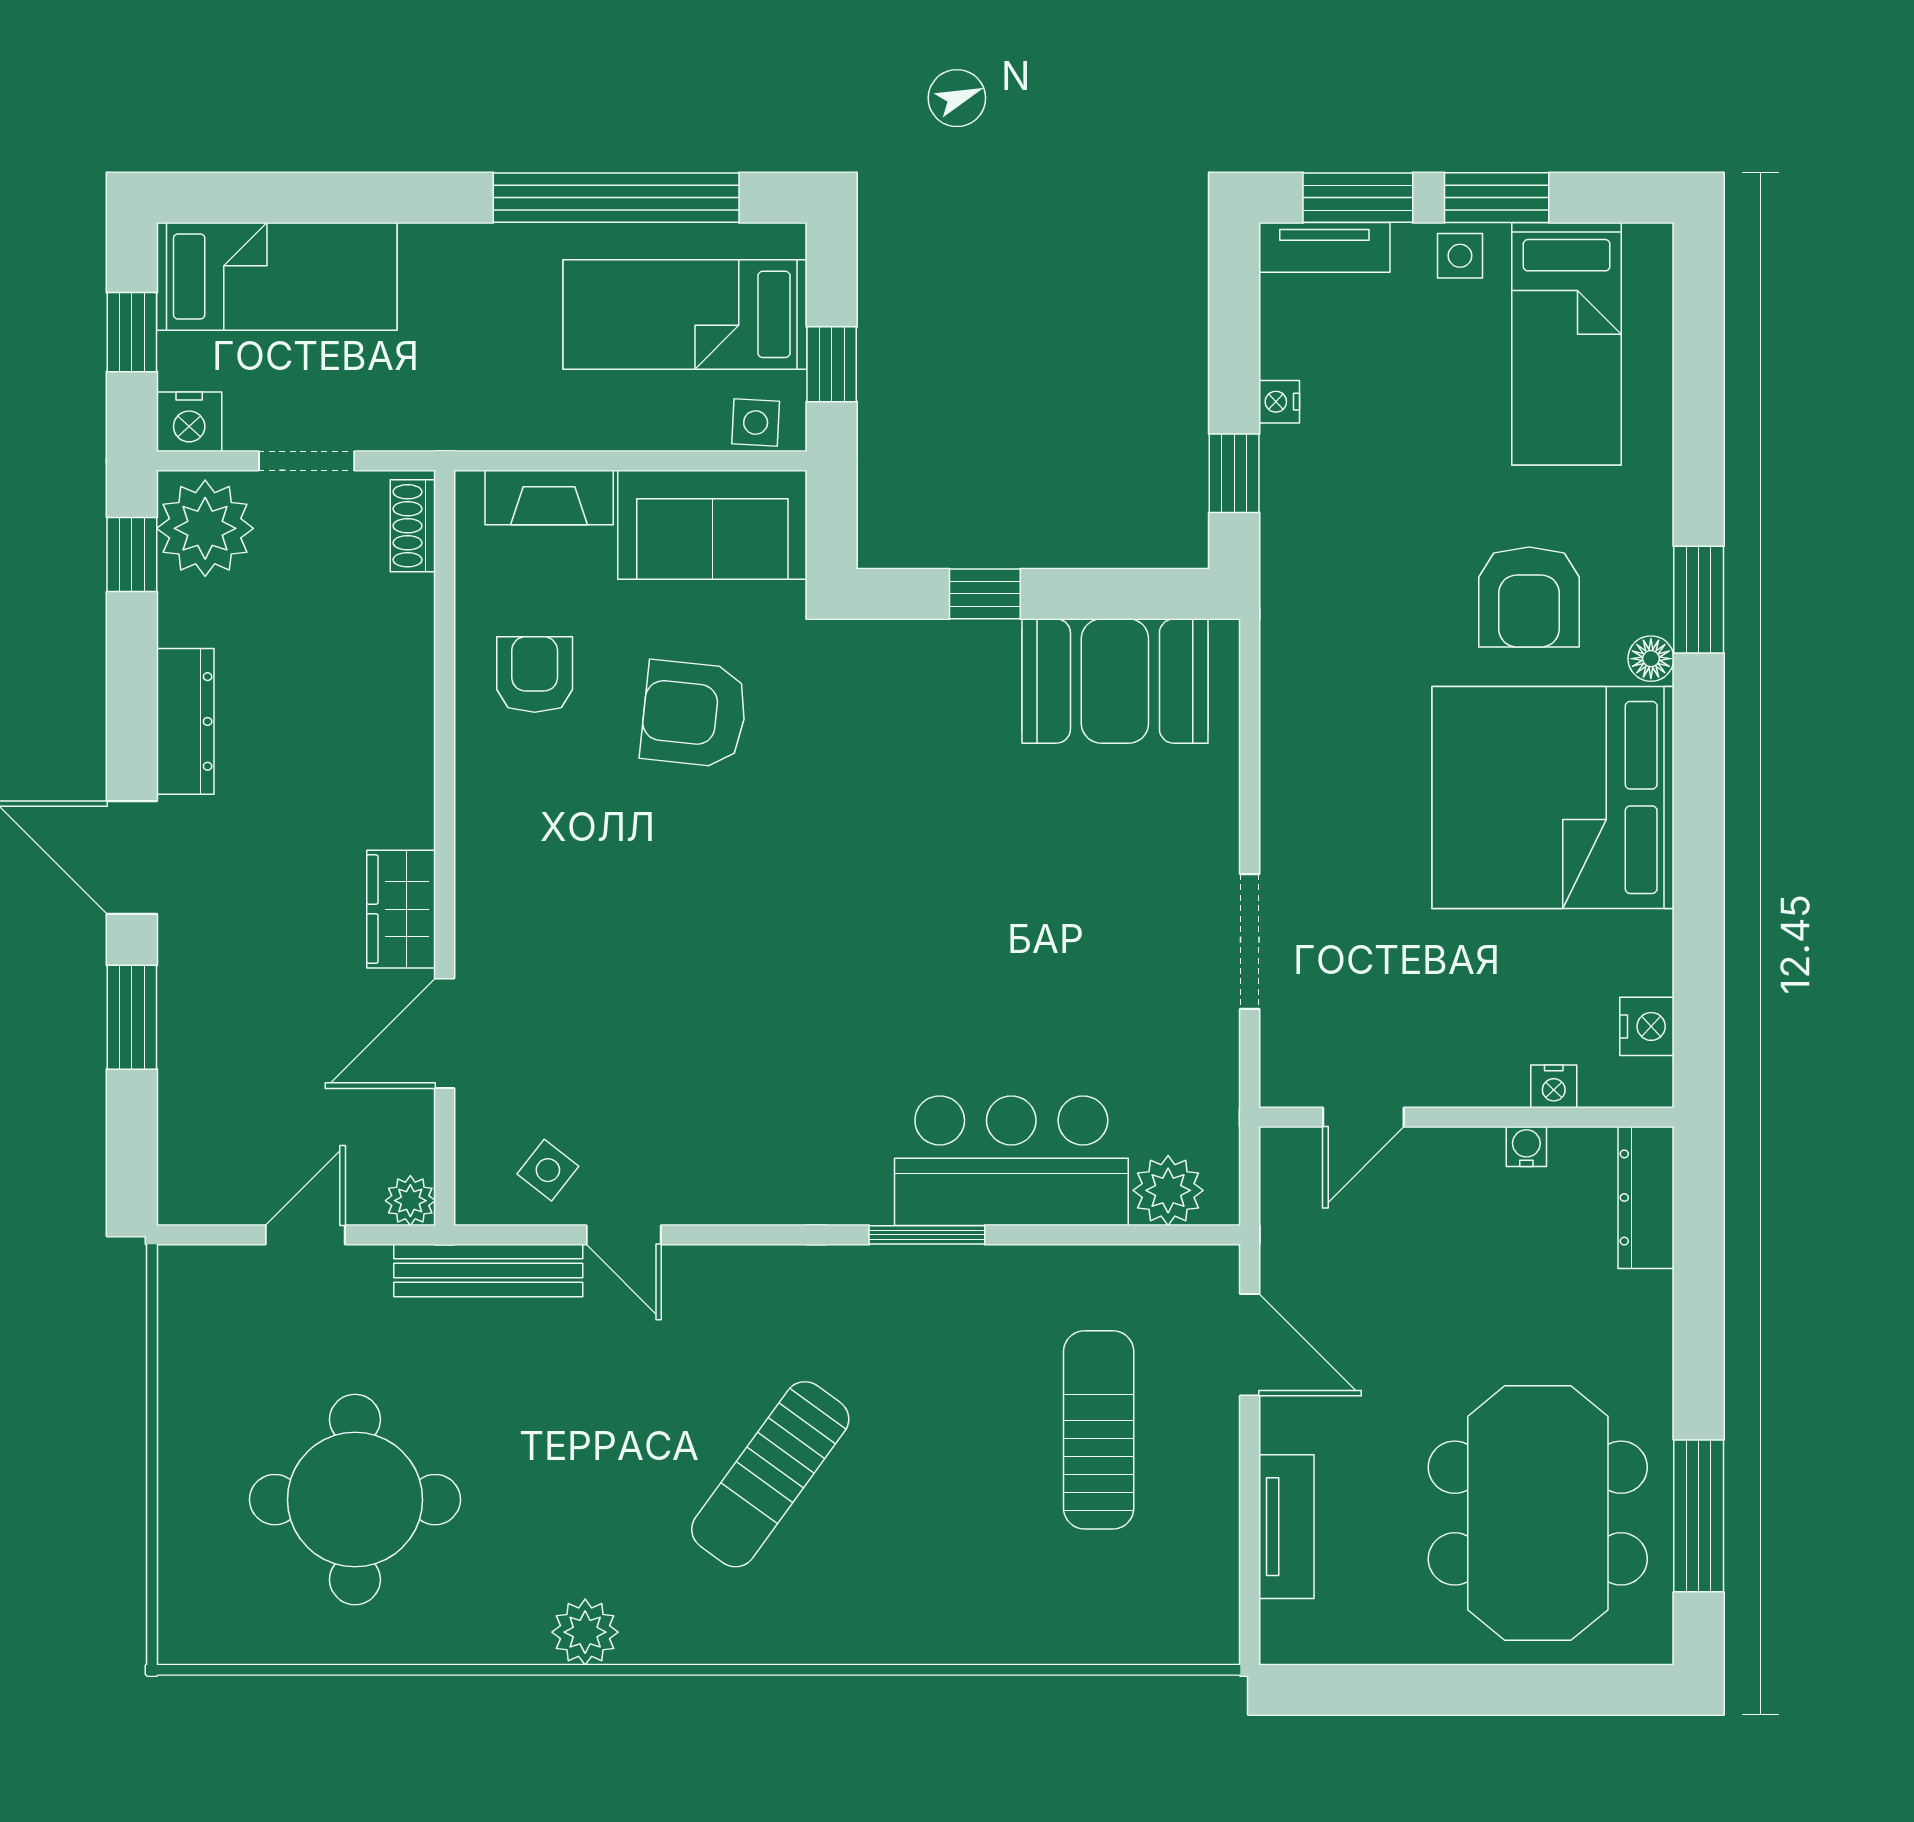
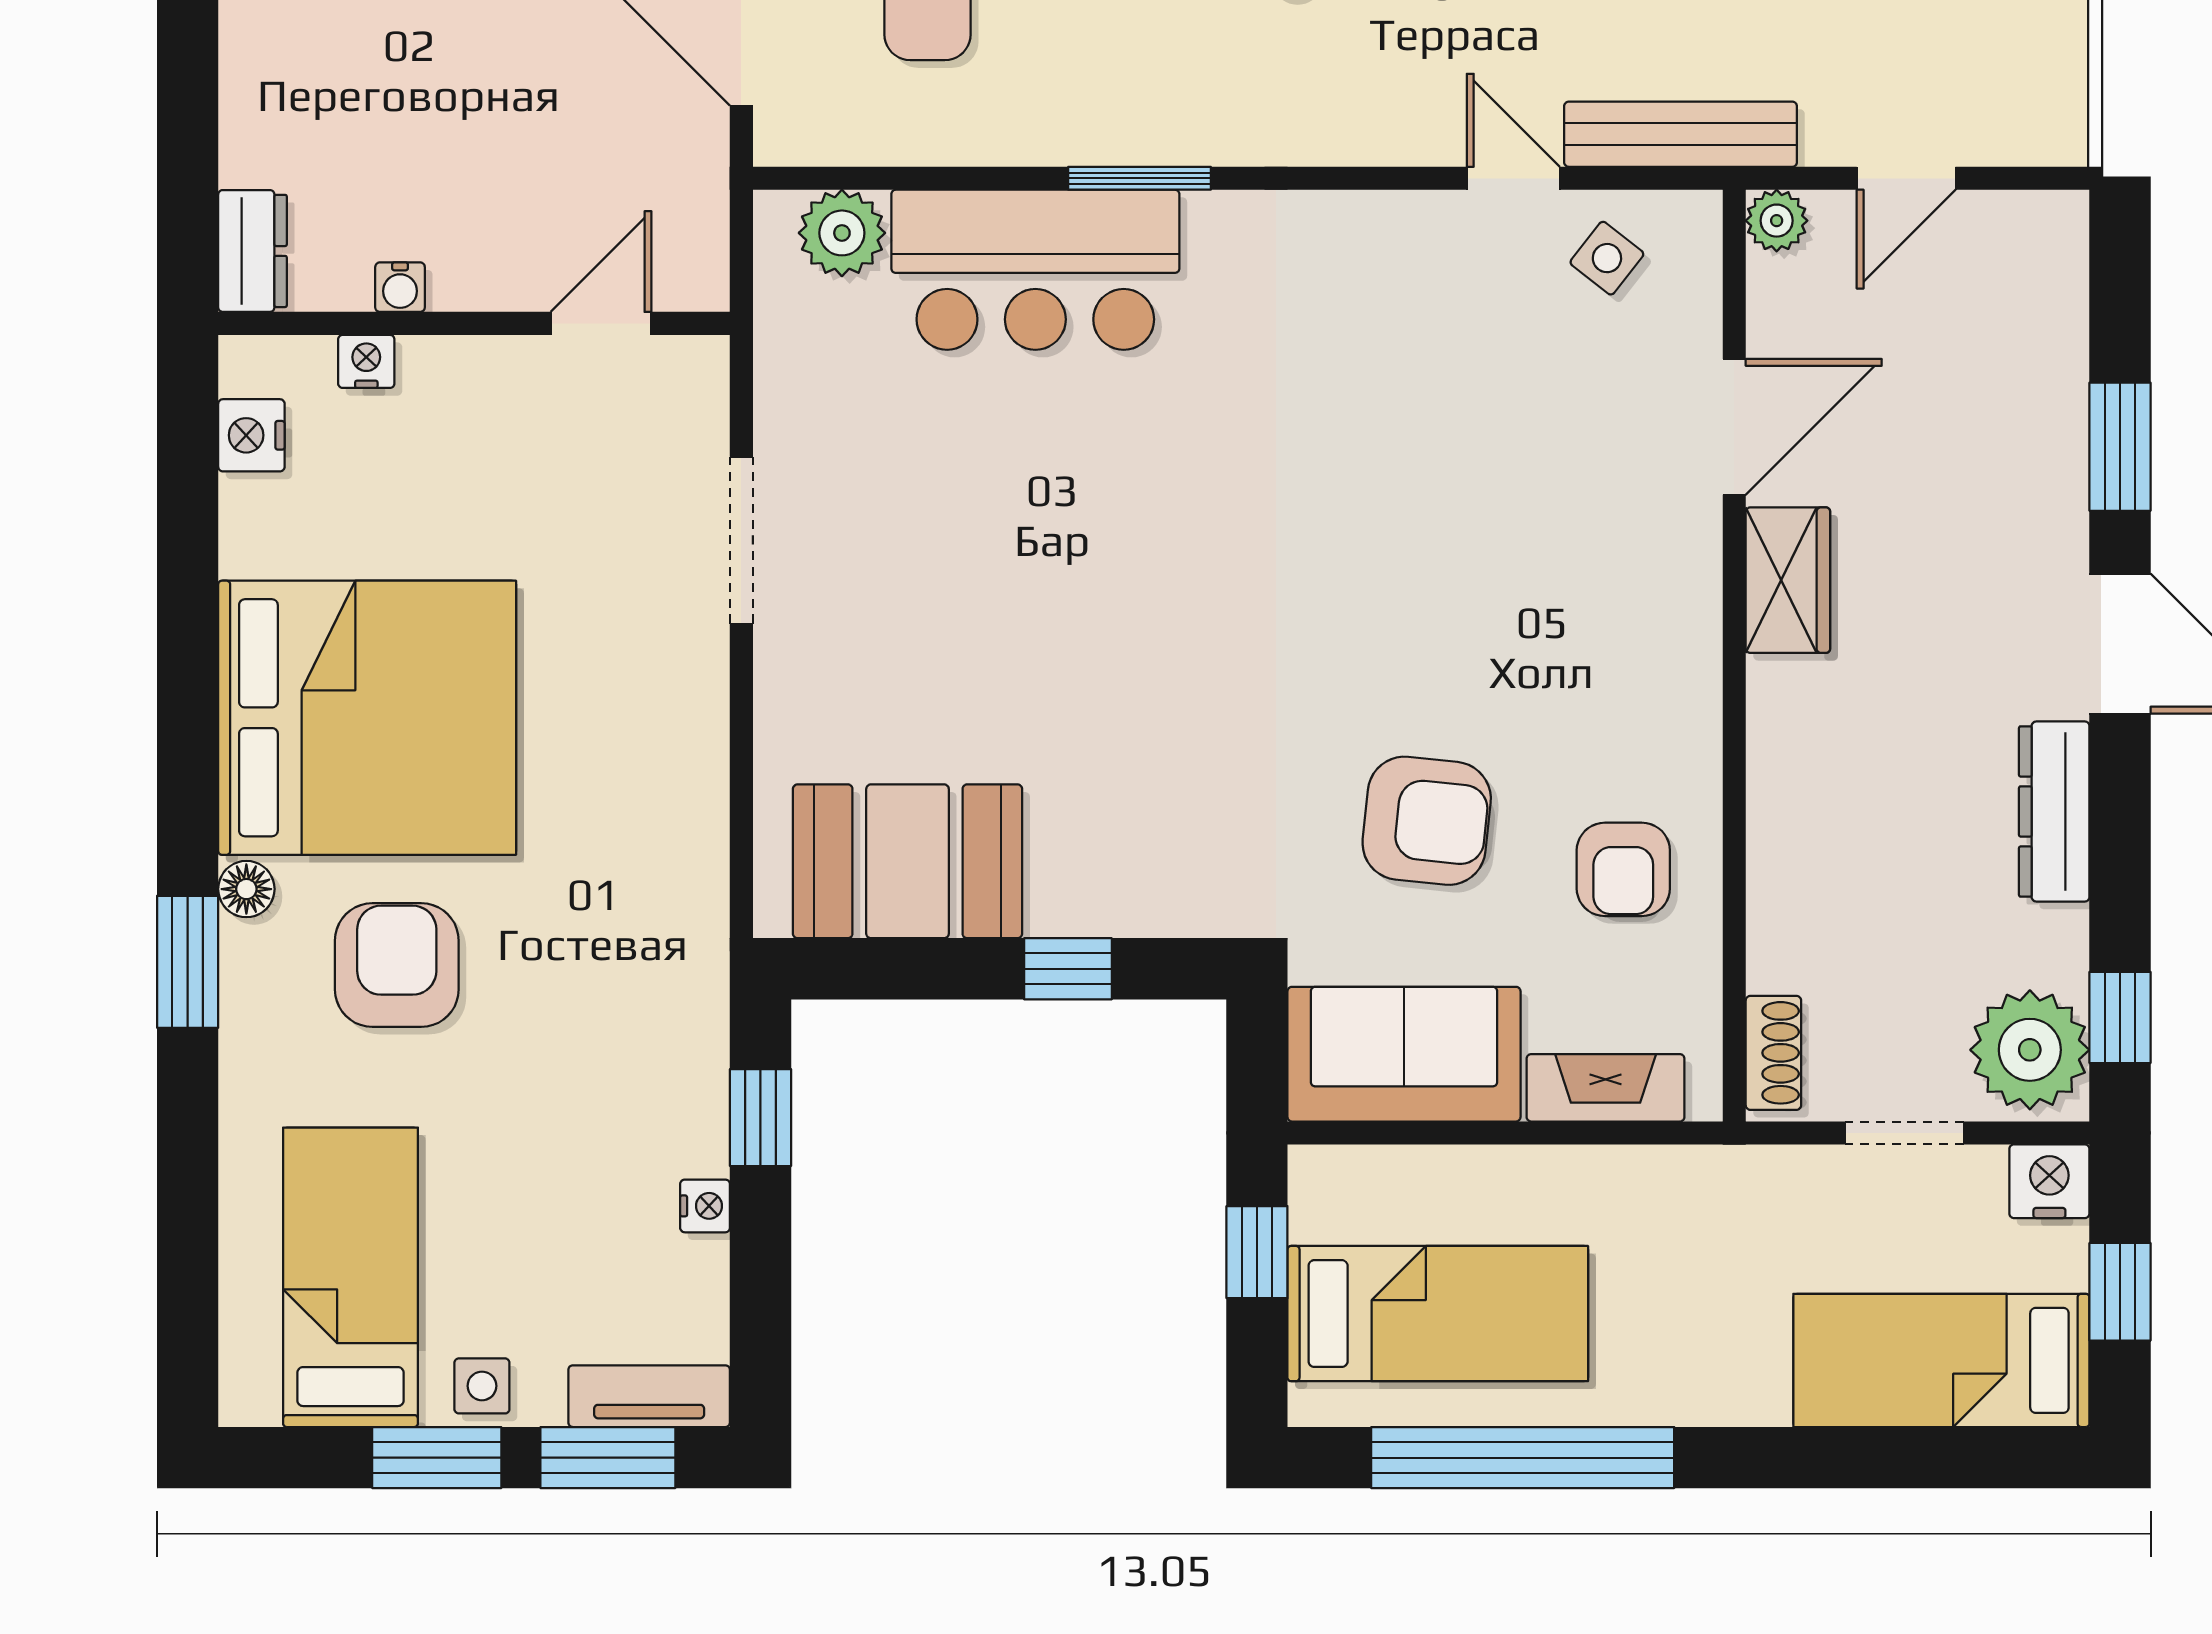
side table: (756, 423) -> (1351, 1180), removed
dresser: (1646, 1198) -> (253, 251), width x0.70

